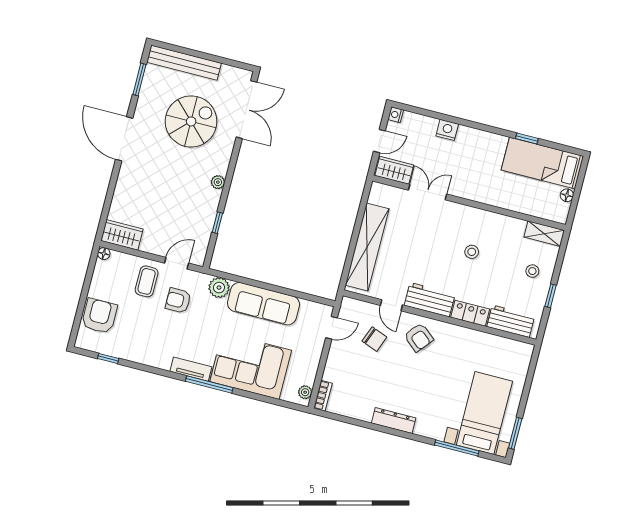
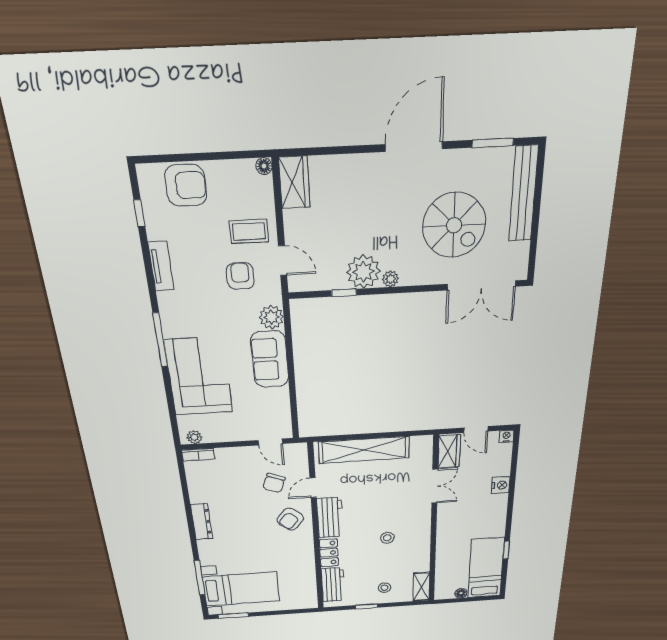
plant: (205, 202) -> (363, 272), added
sofa: (263, 304) -> (270, 359), width x0.73
tv unit: (191, 369) -> (161, 266), moved

